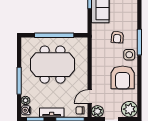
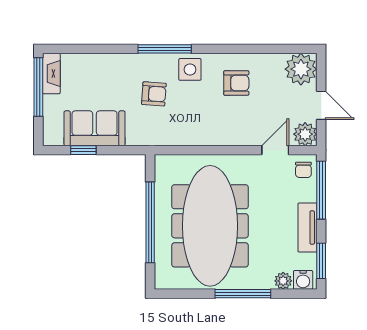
meeting table: (52, 65) -> (210, 226), width x1.36
armchair: (123, 77) -> (236, 83), width x0.53, depth x0.53
door: (90, 97) -> (275, 150), swing flipped

